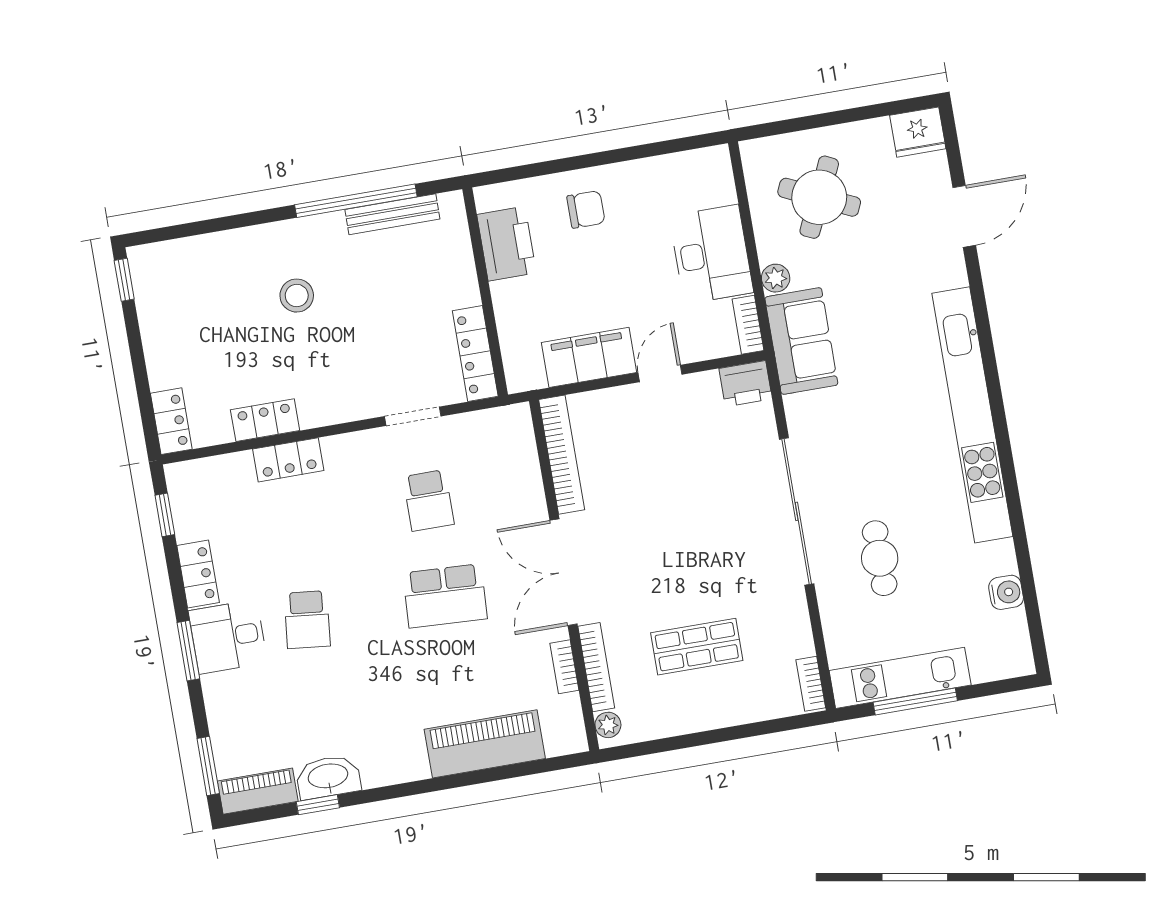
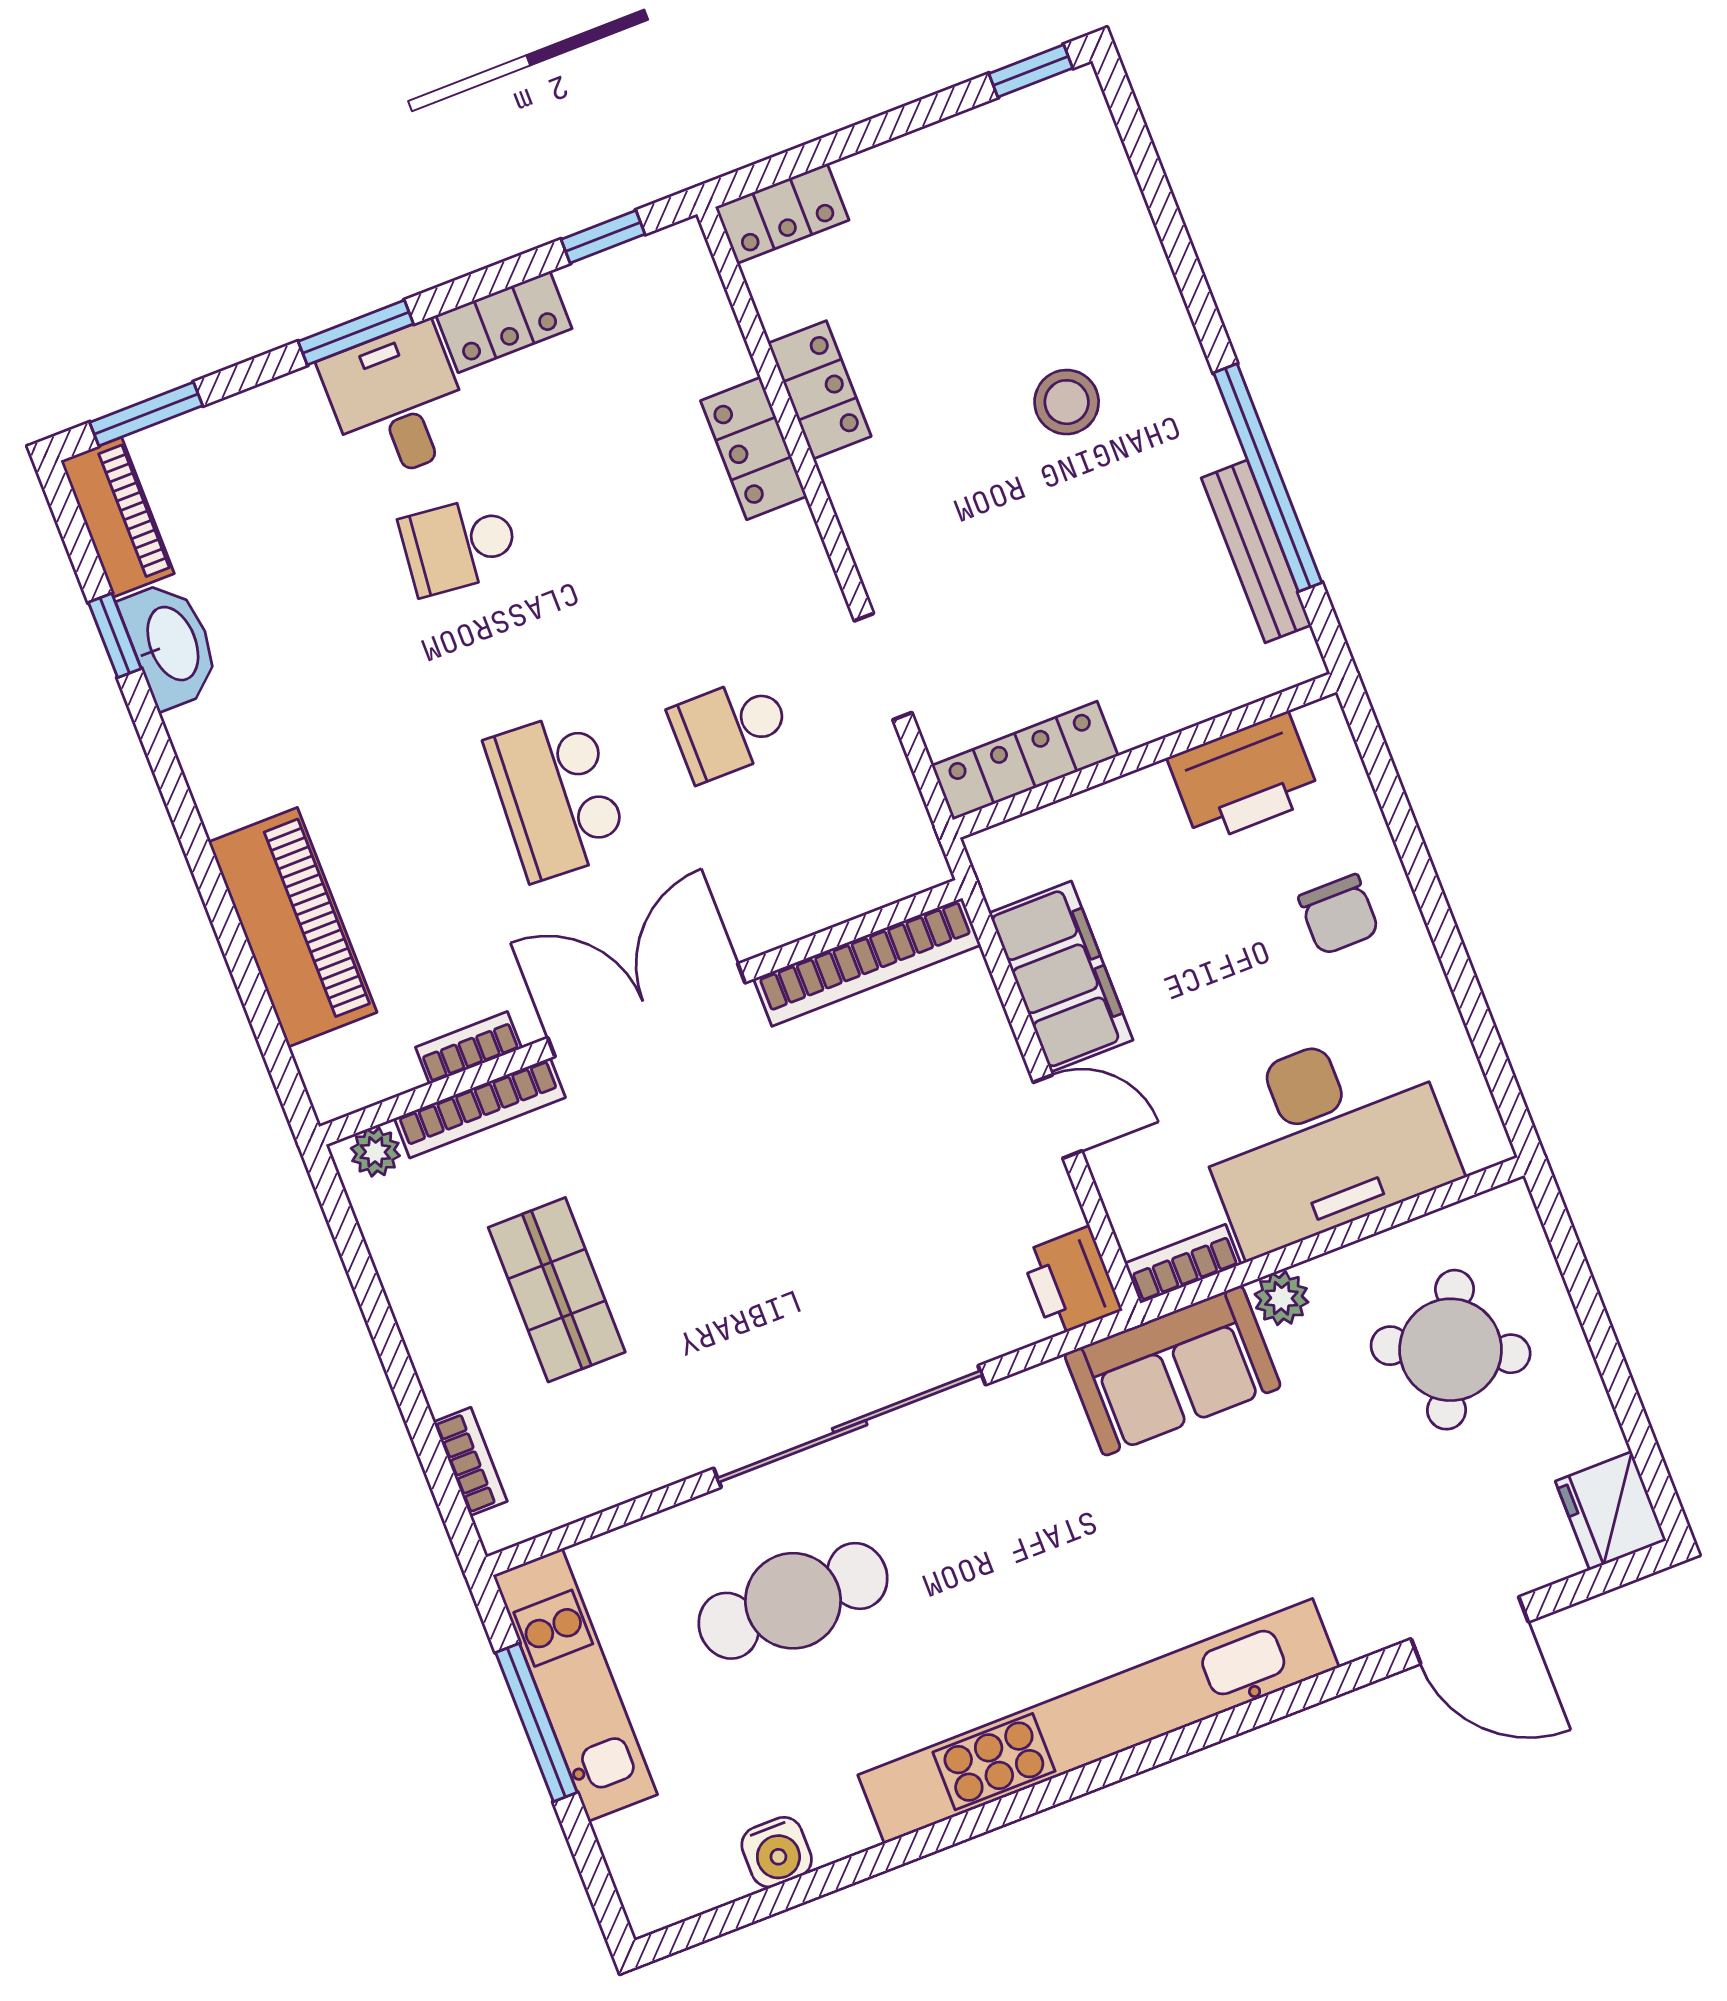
desk: (711, 254) -> (1324, 1137), width x1.36, depth x1.30
cafe table: (880, 558) -> (793, 1601), width x1.37, depth x1.35
bookcase: (811, 684) -> (470, 1462), moved, turned 90

